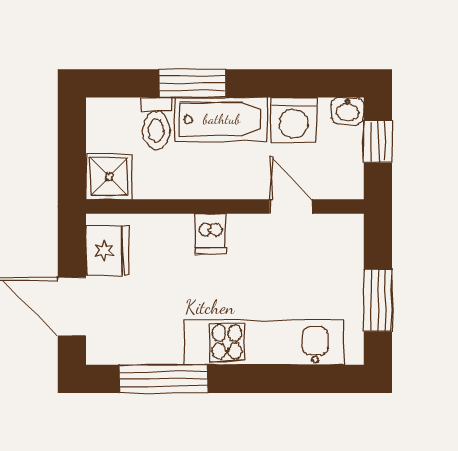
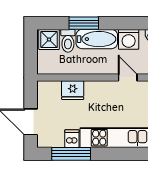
shower: (109, 176) -> (49, 40), moved
dishwasher: (210, 234) -> (72, 139), moved, turned 180
fridge: (107, 251) -> (73, 90), moved, turned 90

